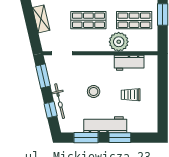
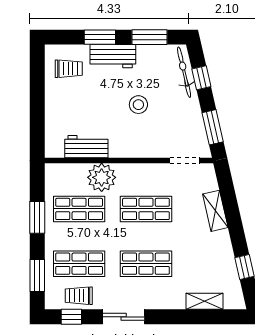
trolley: (131, 95) -> (69, 69), moved
bicycle: (60, 101) -> (184, 72), moved
workbench: (105, 125) -> (113, 56), width x0.73

